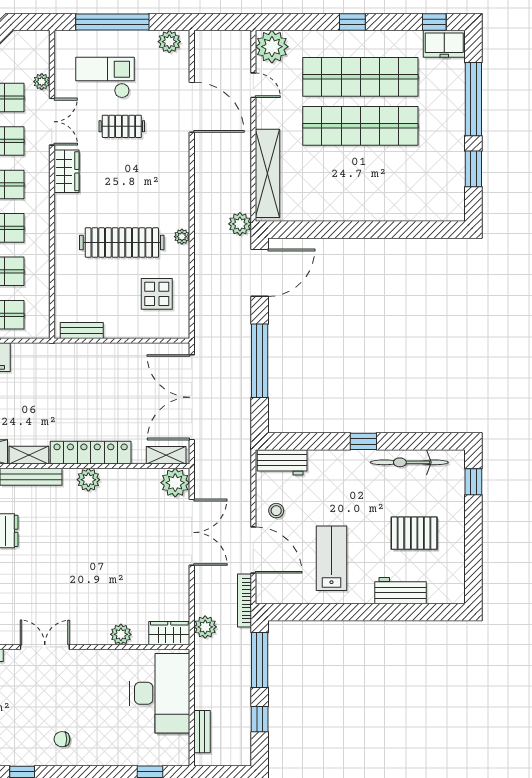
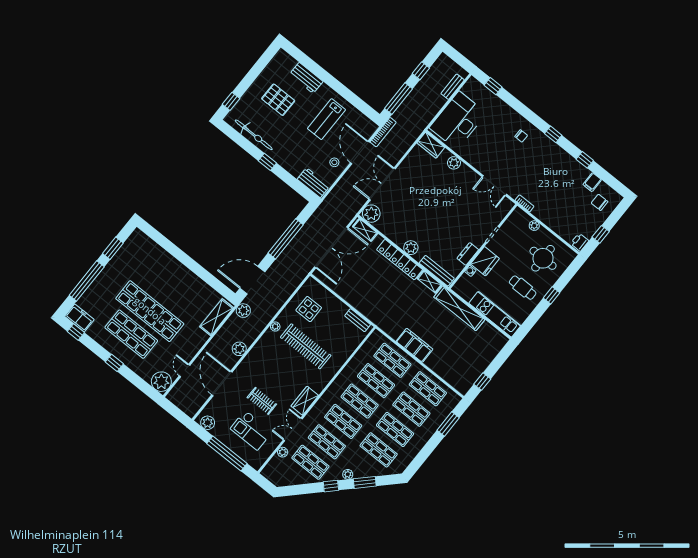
shop shelf: (360, 77) -> (131, 334), width x0.71
shelving: (268, 173) -> (217, 317), width x0.68
plant: (205, 627) -> (239, 349), moved

